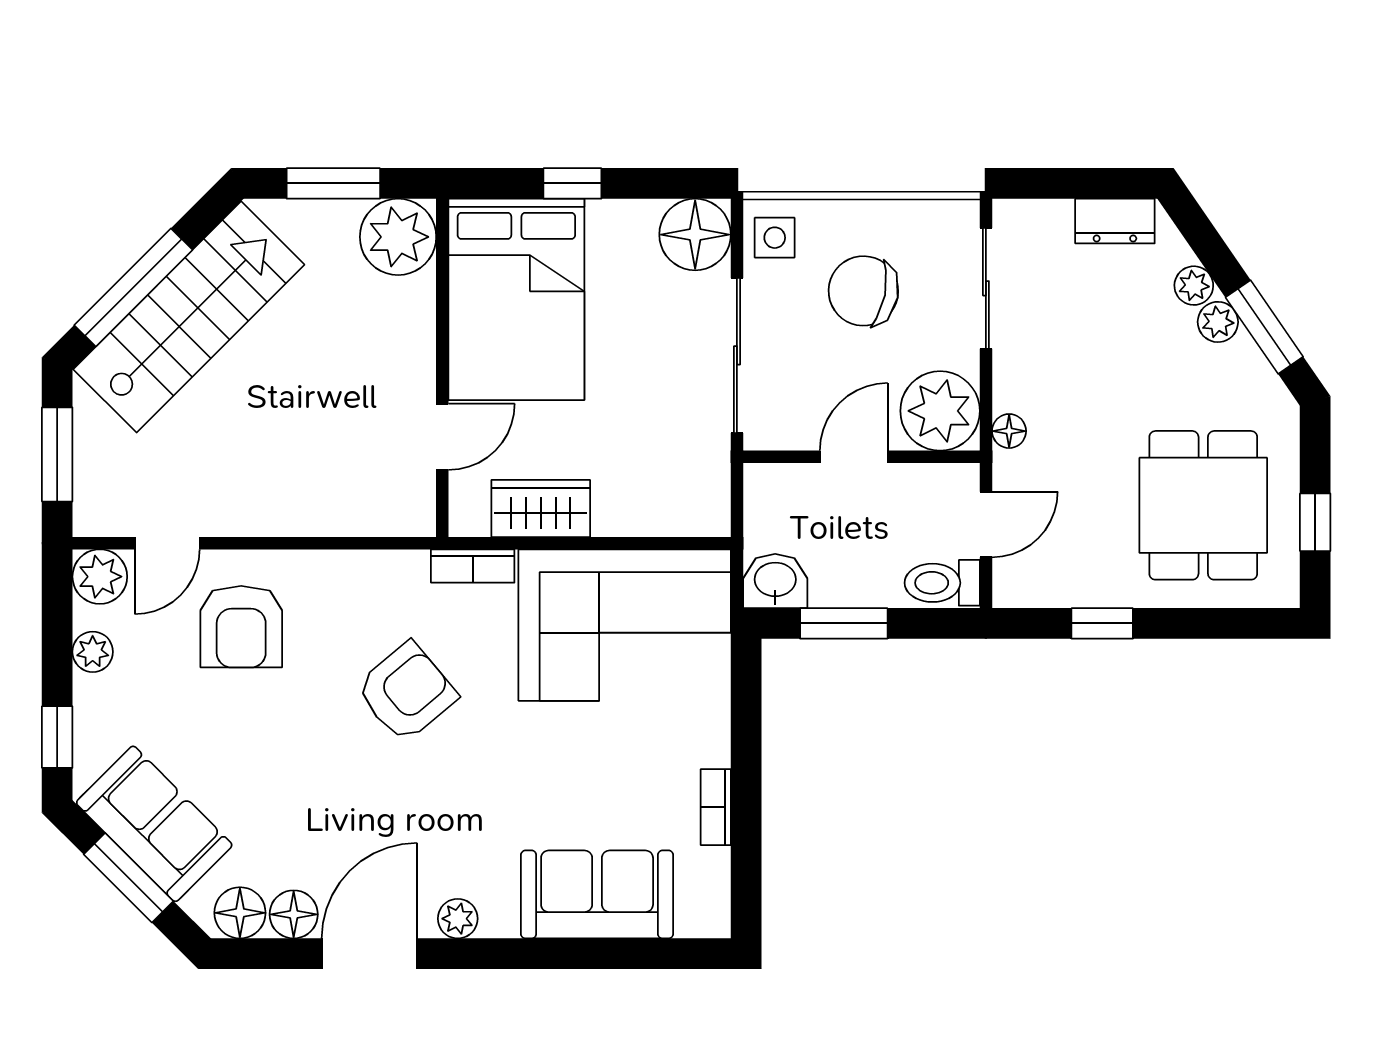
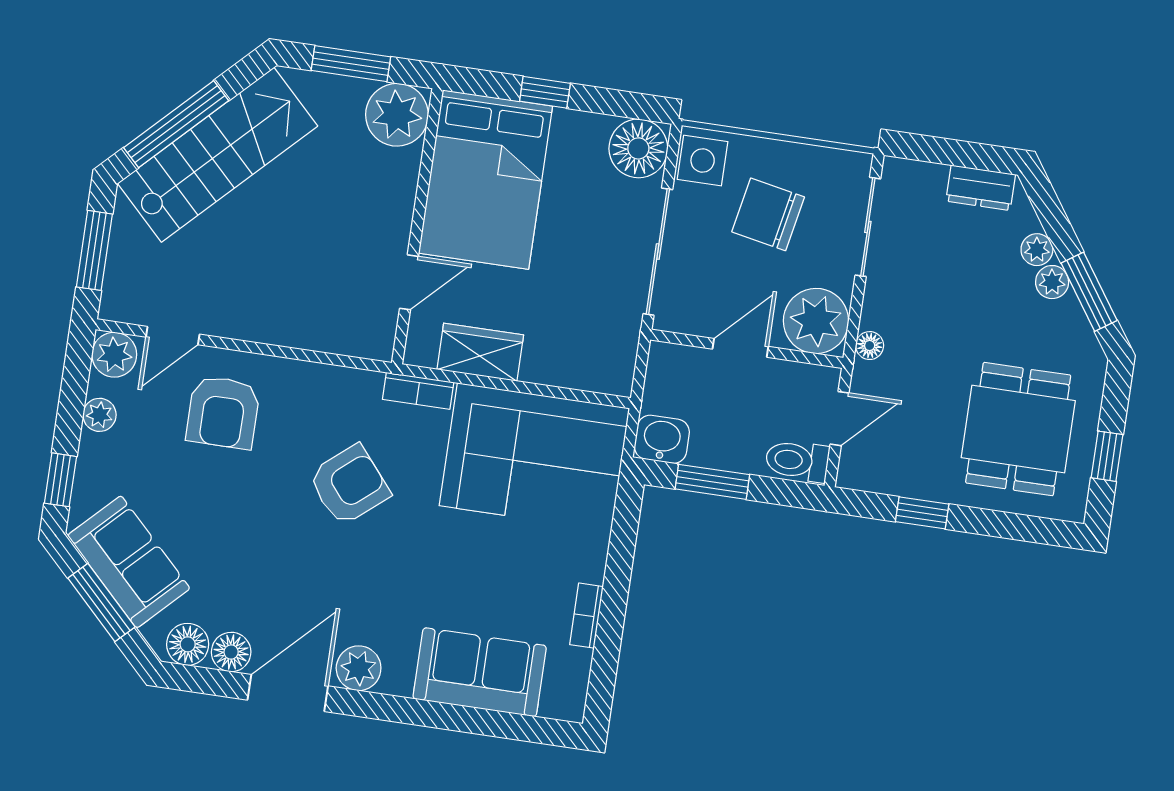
side table: (775, 238) -> (703, 160), width x1.37, depth x1.37
plant: (458, 919) -> (359, 668), width x1.38, depth x1.38

